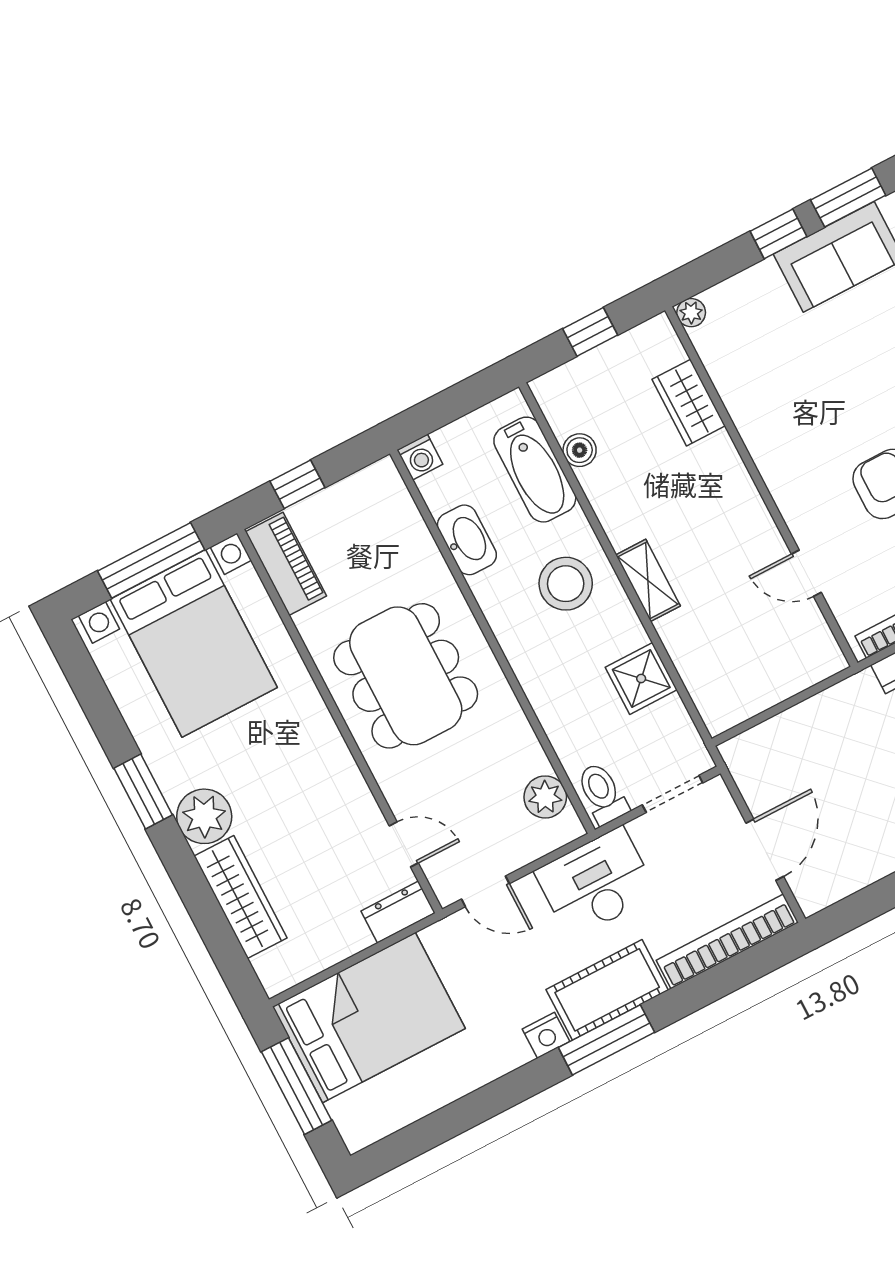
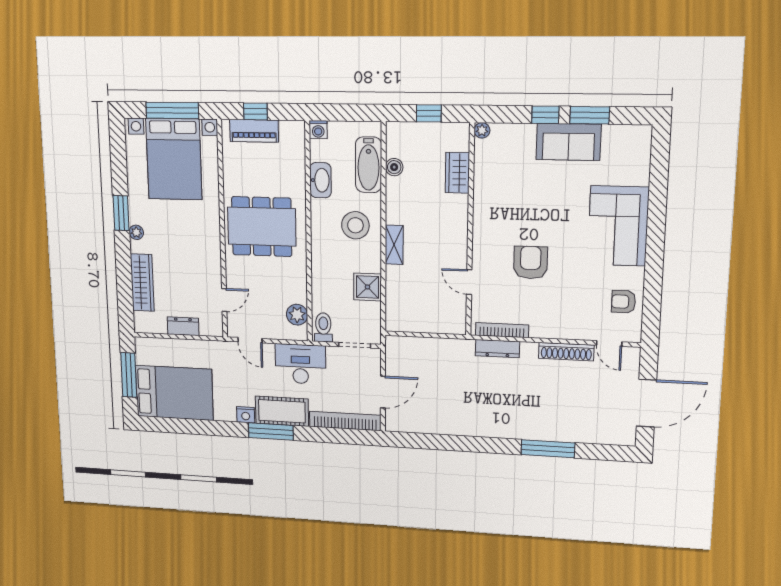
piano: (286, 564) -> (254, 131), moved, turned 90
dining table: (406, 676) -> (262, 227), turned 90
plant: (204, 816) -> (136, 232), width x0.53, depth x0.53
door: (404, 844) -> (224, 300), hinge flipped
dresser: (398, 912) -> (183, 326), moved
bed: (369, 1018) -> (174, 393), moved

